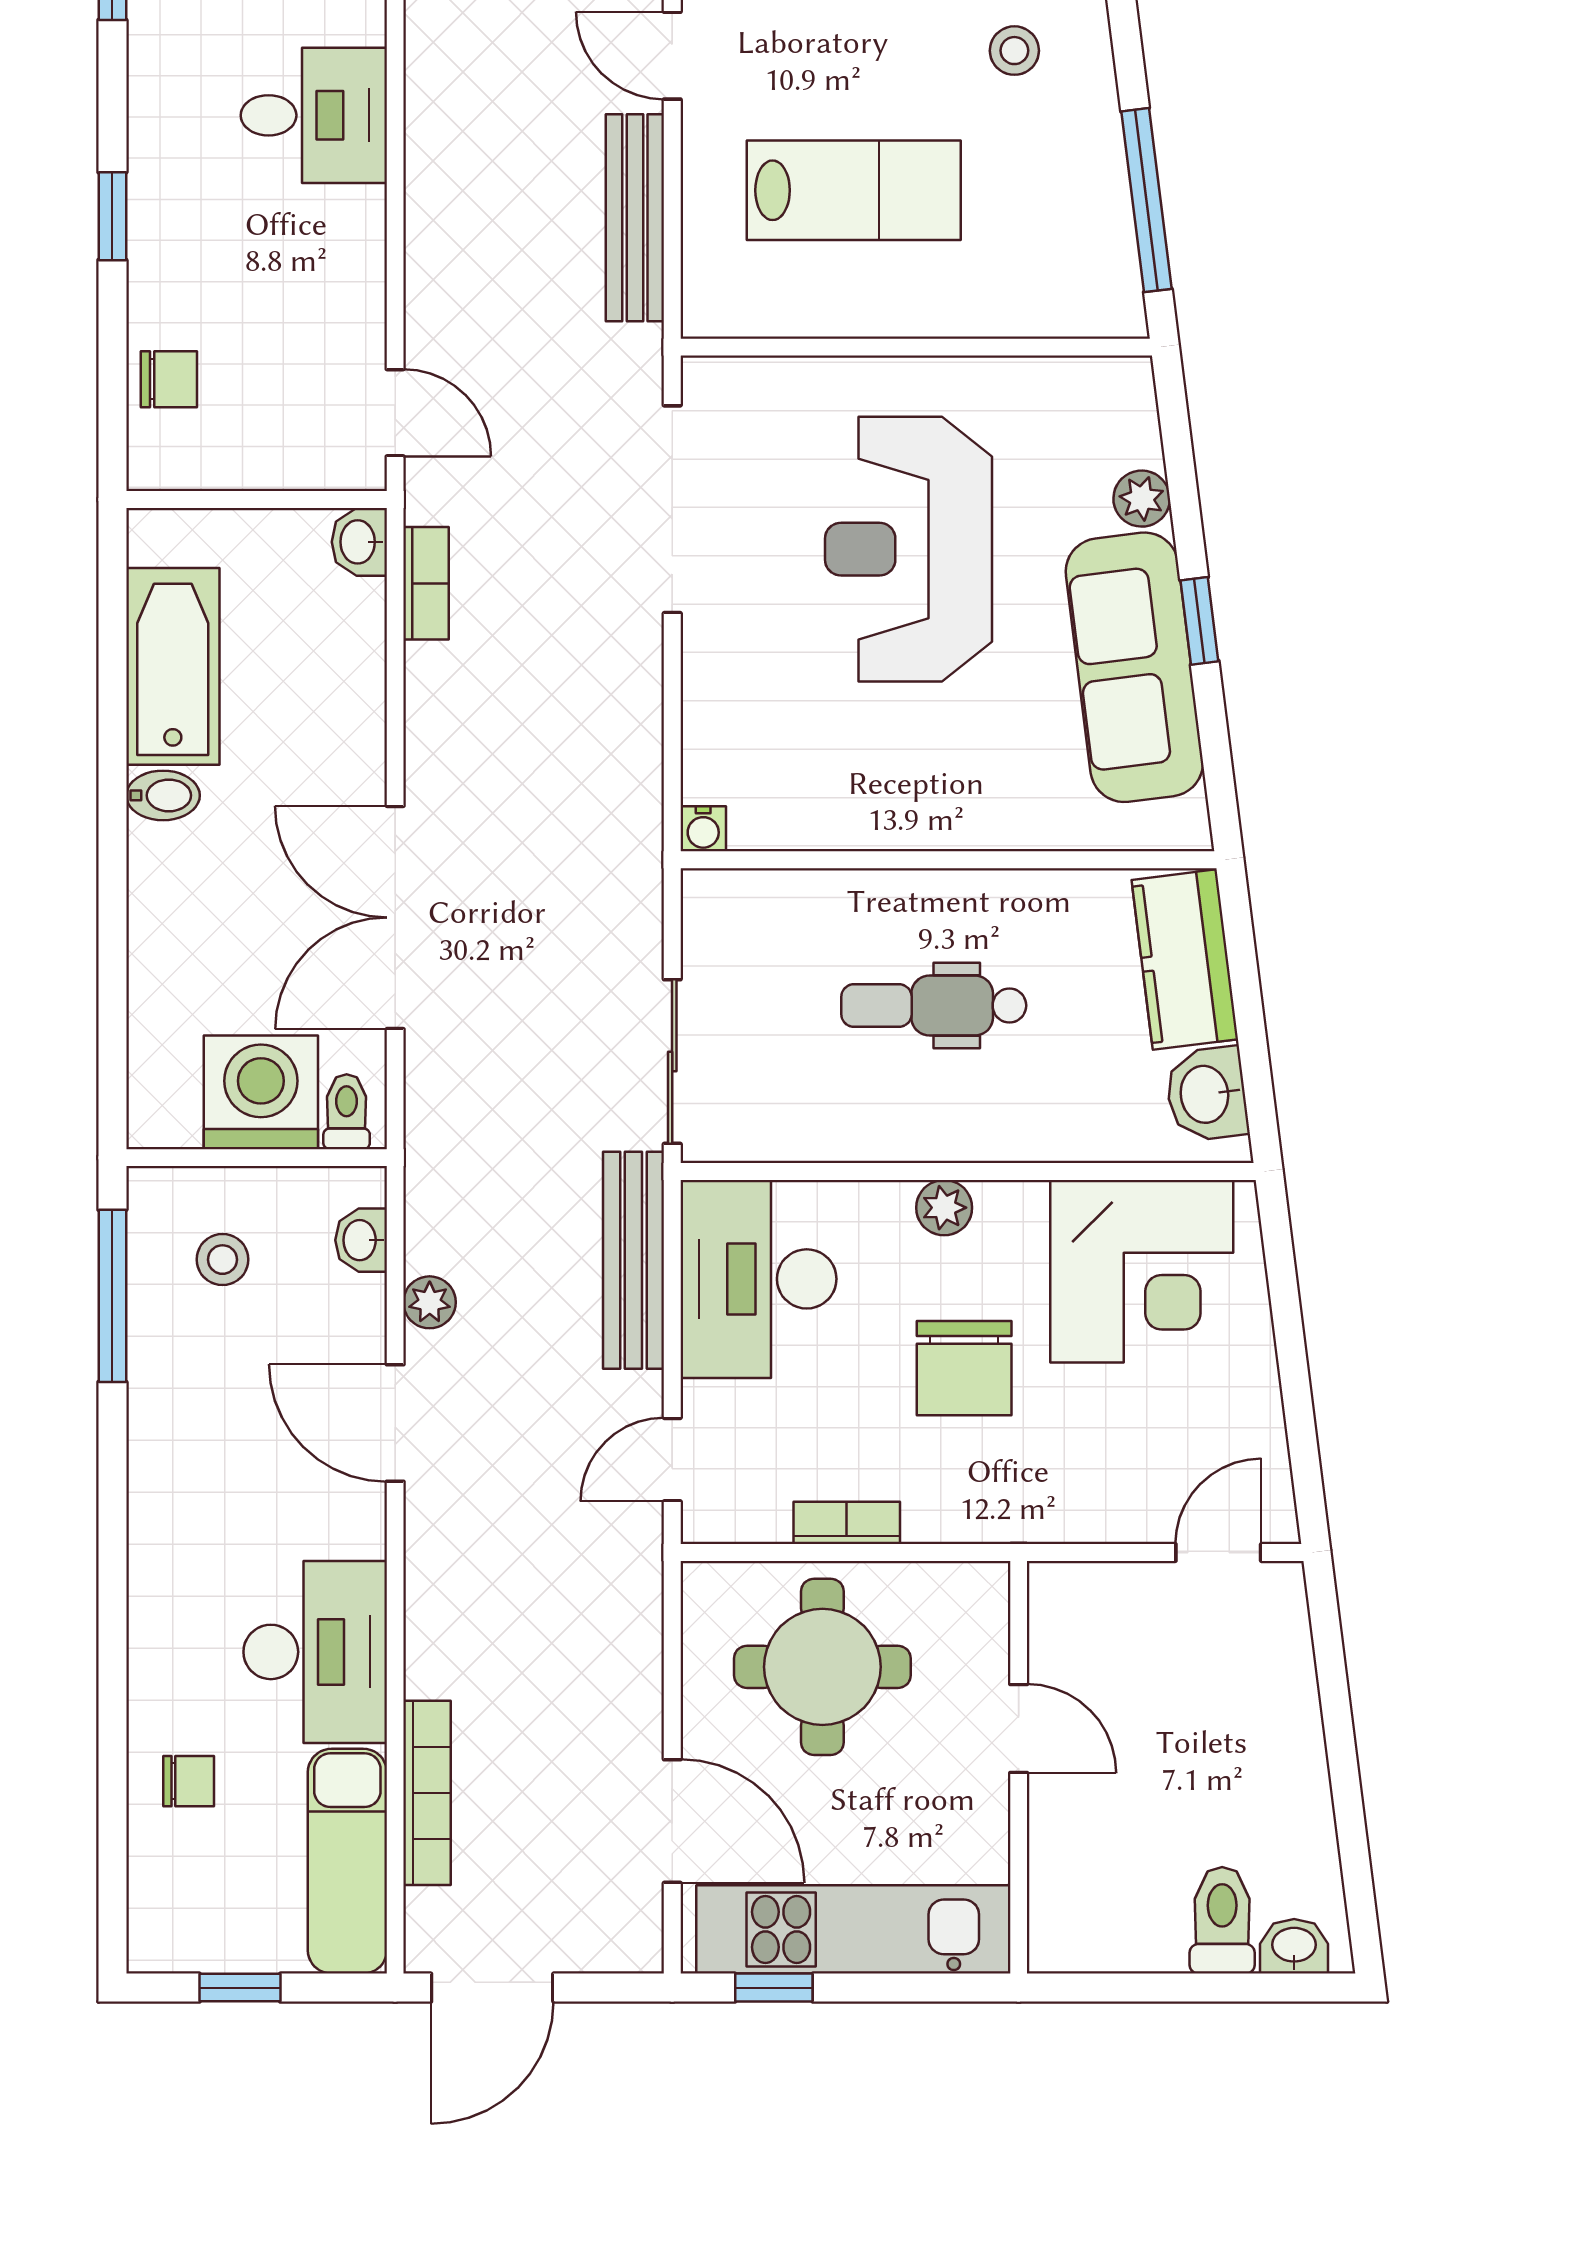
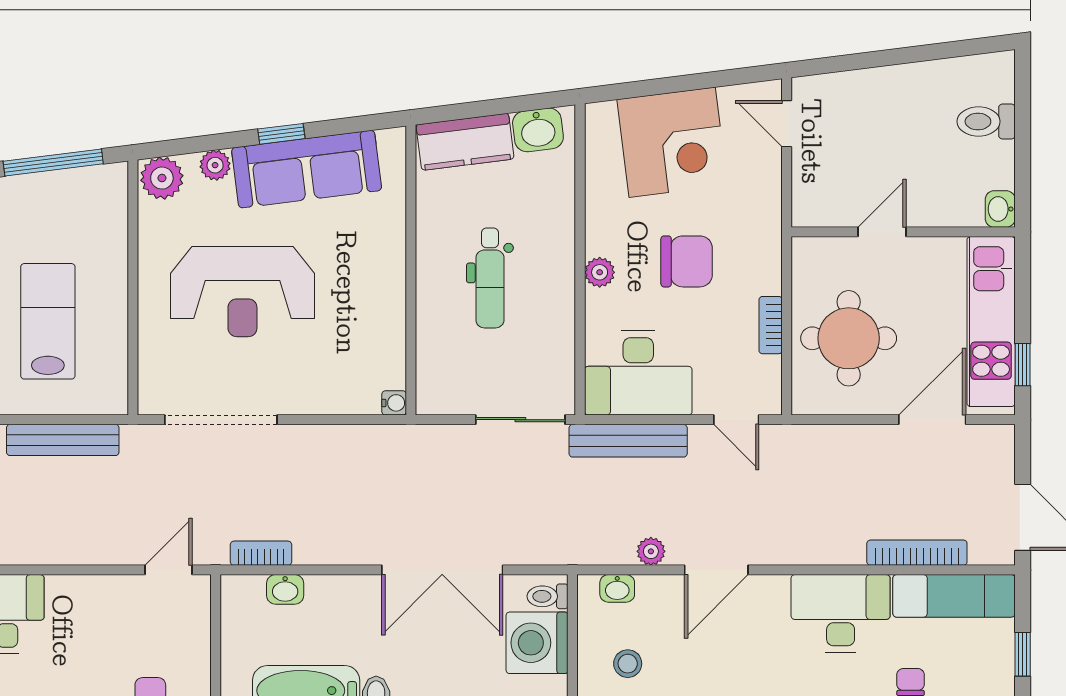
plant: (1118, 401) -> (162, 178), added
washbasin: (359, 542) -> (285, 589), moved
corner desk: (1142, 1271) -> (672, 142), moved, turned 83
washbasin: (1294, 1946) -> (1000, 209), moved

